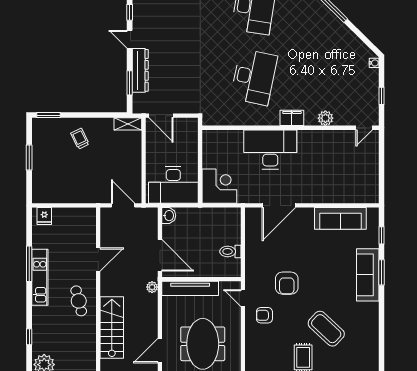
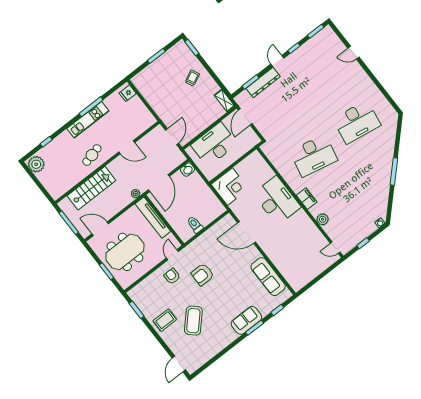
desk: (173, 185) -> (214, 144), moved, turned 90
sofa: (368, 275) -> (246, 320), width x0.73

